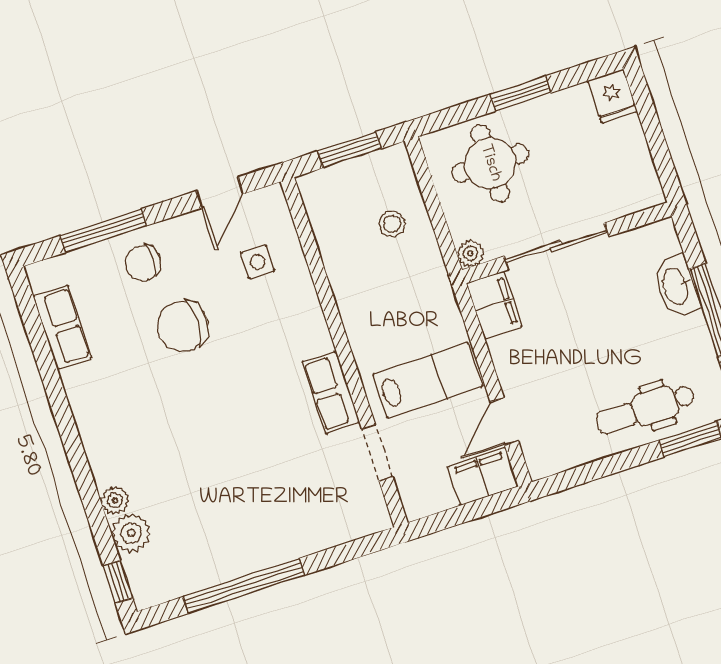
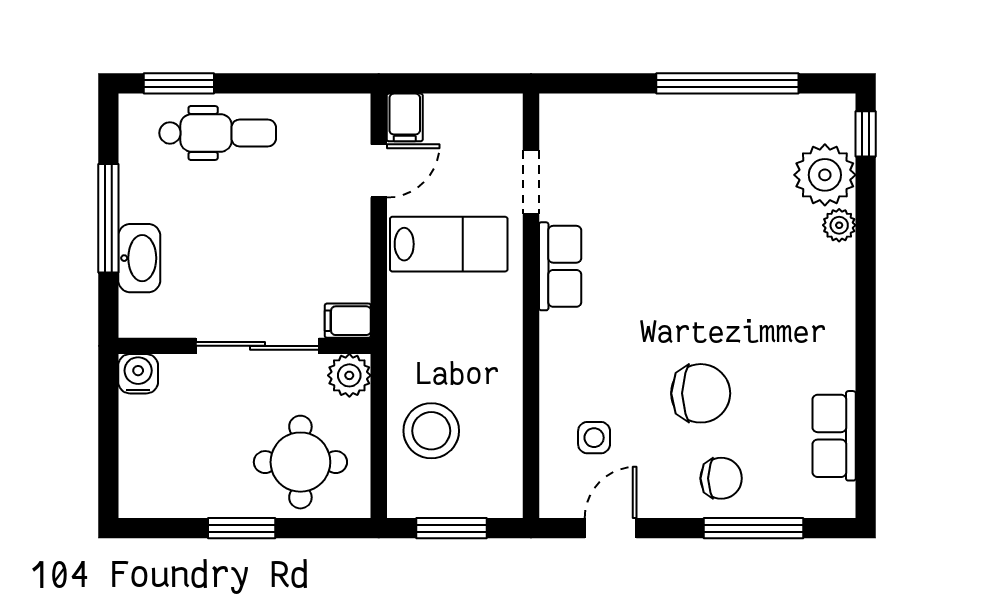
fridge: (612, 96) -> (140, 492), removed
water cooler: (646, 192) -> (138, 374), added
stool: (392, 224) -> (431, 431), width x1.89, depth x1.89
plant: (470, 253) -> (349, 375), width x1.38, depth x1.38
filing cabinet: (494, 305) -> (348, 321), width x0.50
lab bench: (428, 380) -> (449, 244), turned 180
filing cabinet: (483, 477) -> (405, 117), width x0.50
plant: (131, 533) -> (825, 175), width x1.36, depth x1.36

